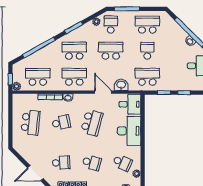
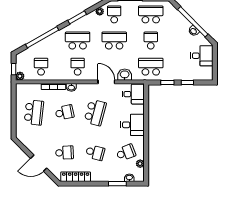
school desk: (38, 77) -> (41, 67), width x0.54
school desk: (74, 77) -> (78, 67), width x0.54
desk: (129, 131) -> (132, 125), width x0.73
school desk: (122, 163) -> (126, 153), turned -45

